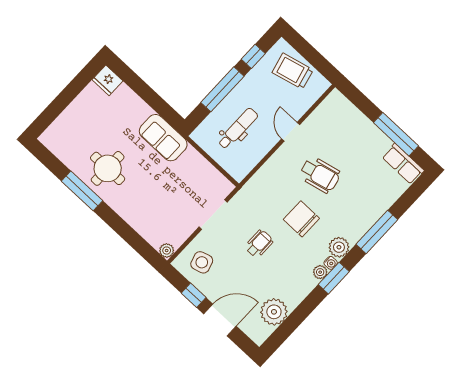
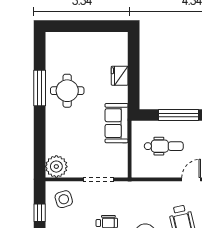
fridge: (107, 80) -> (120, 76), moved
sofa: (163, 138) -> (117, 123), moved
plant: (167, 251) -> (56, 167), width x1.88, depth x1.88

